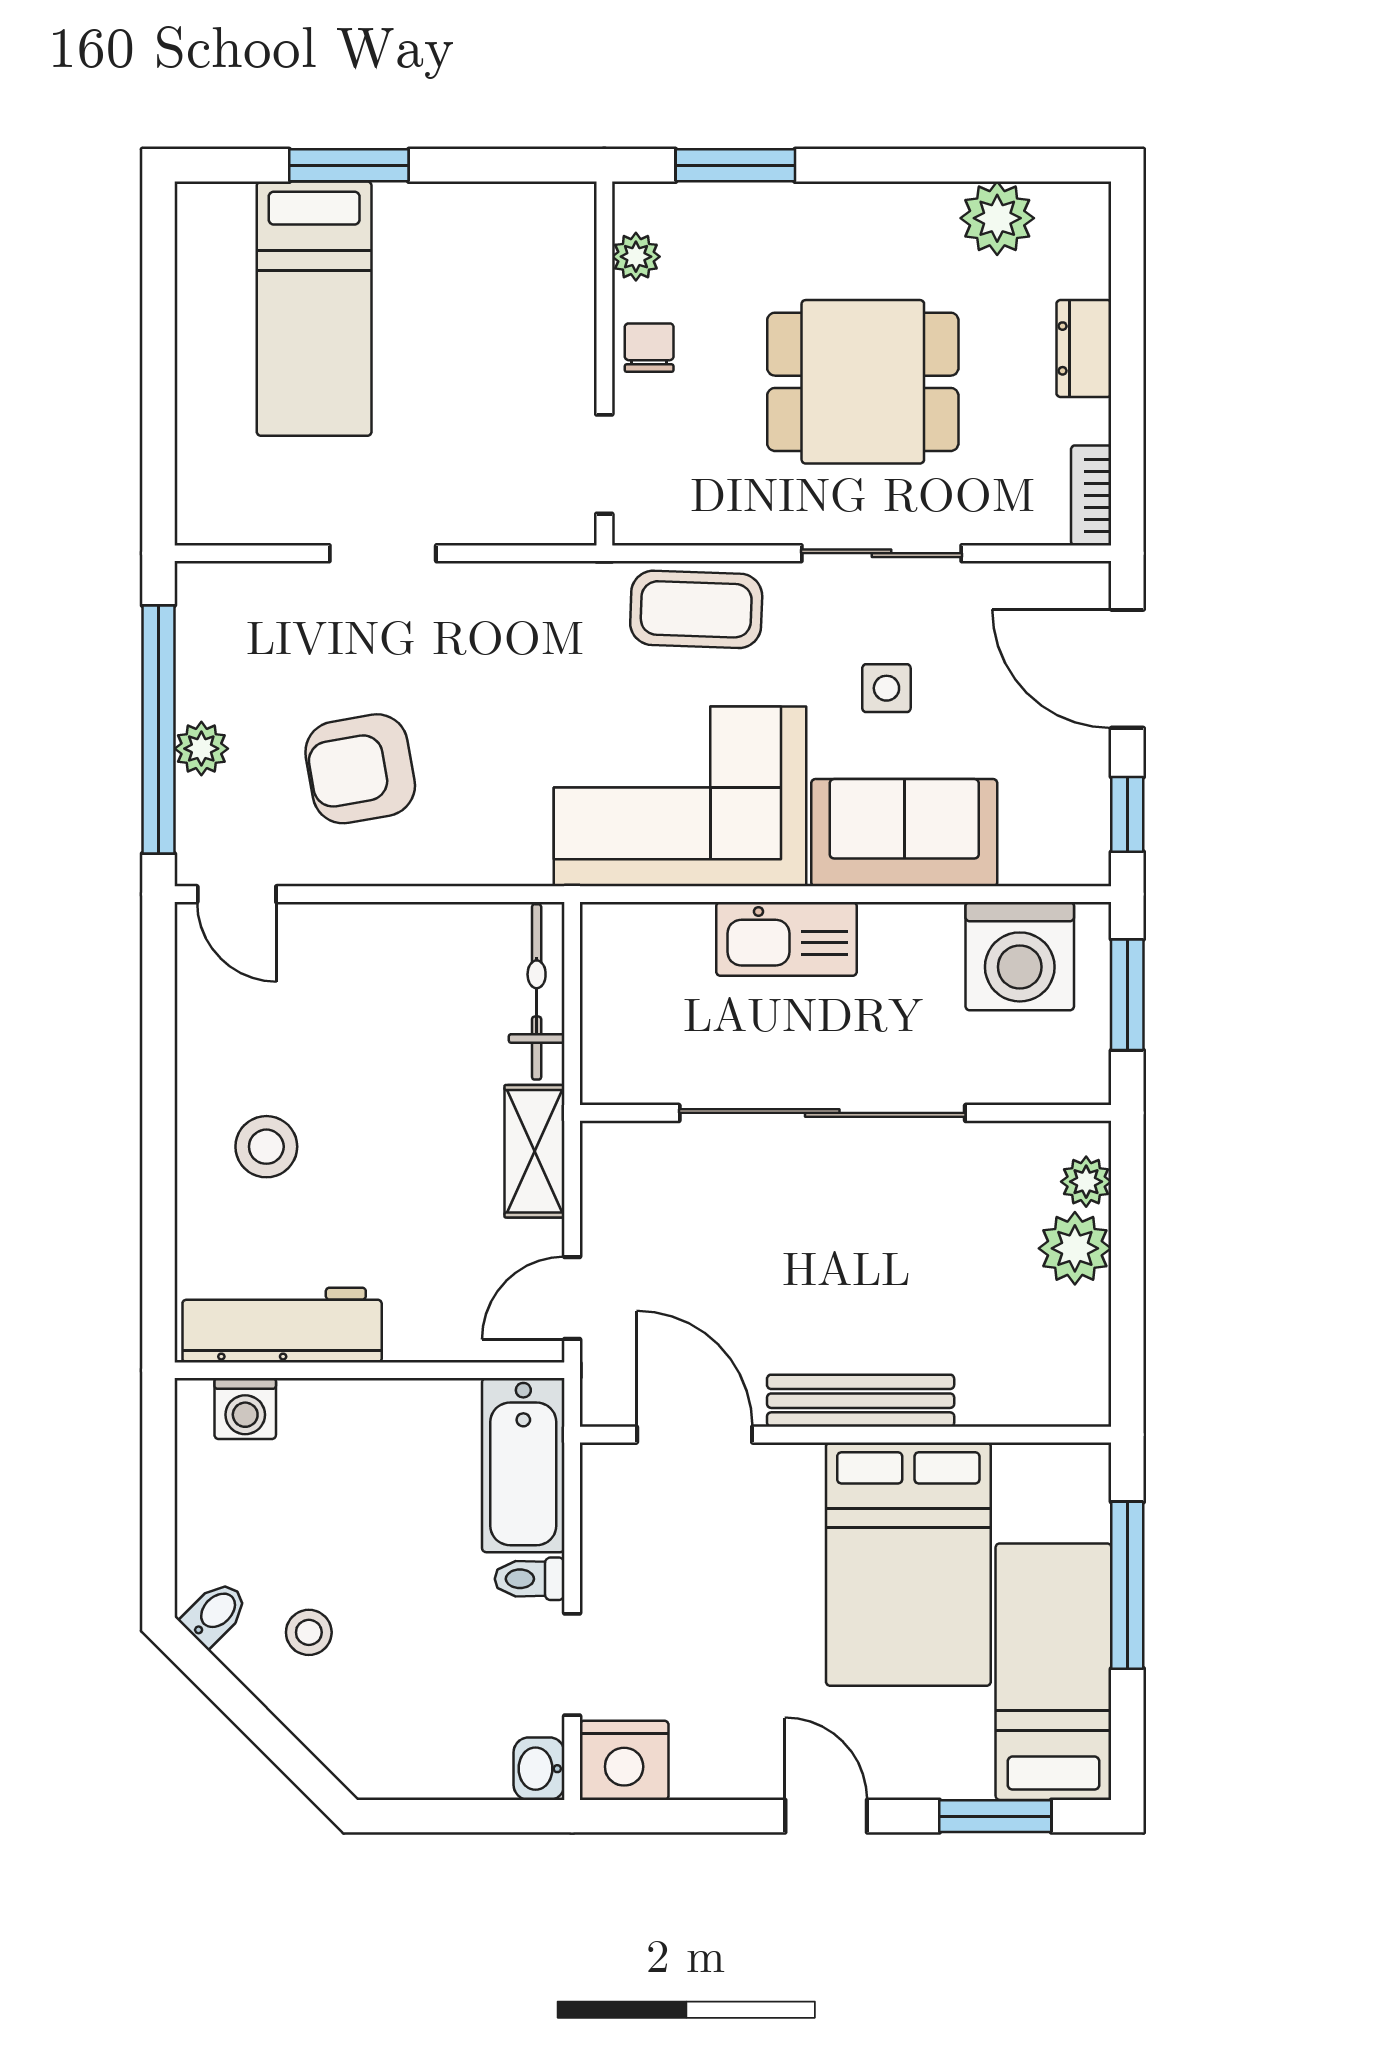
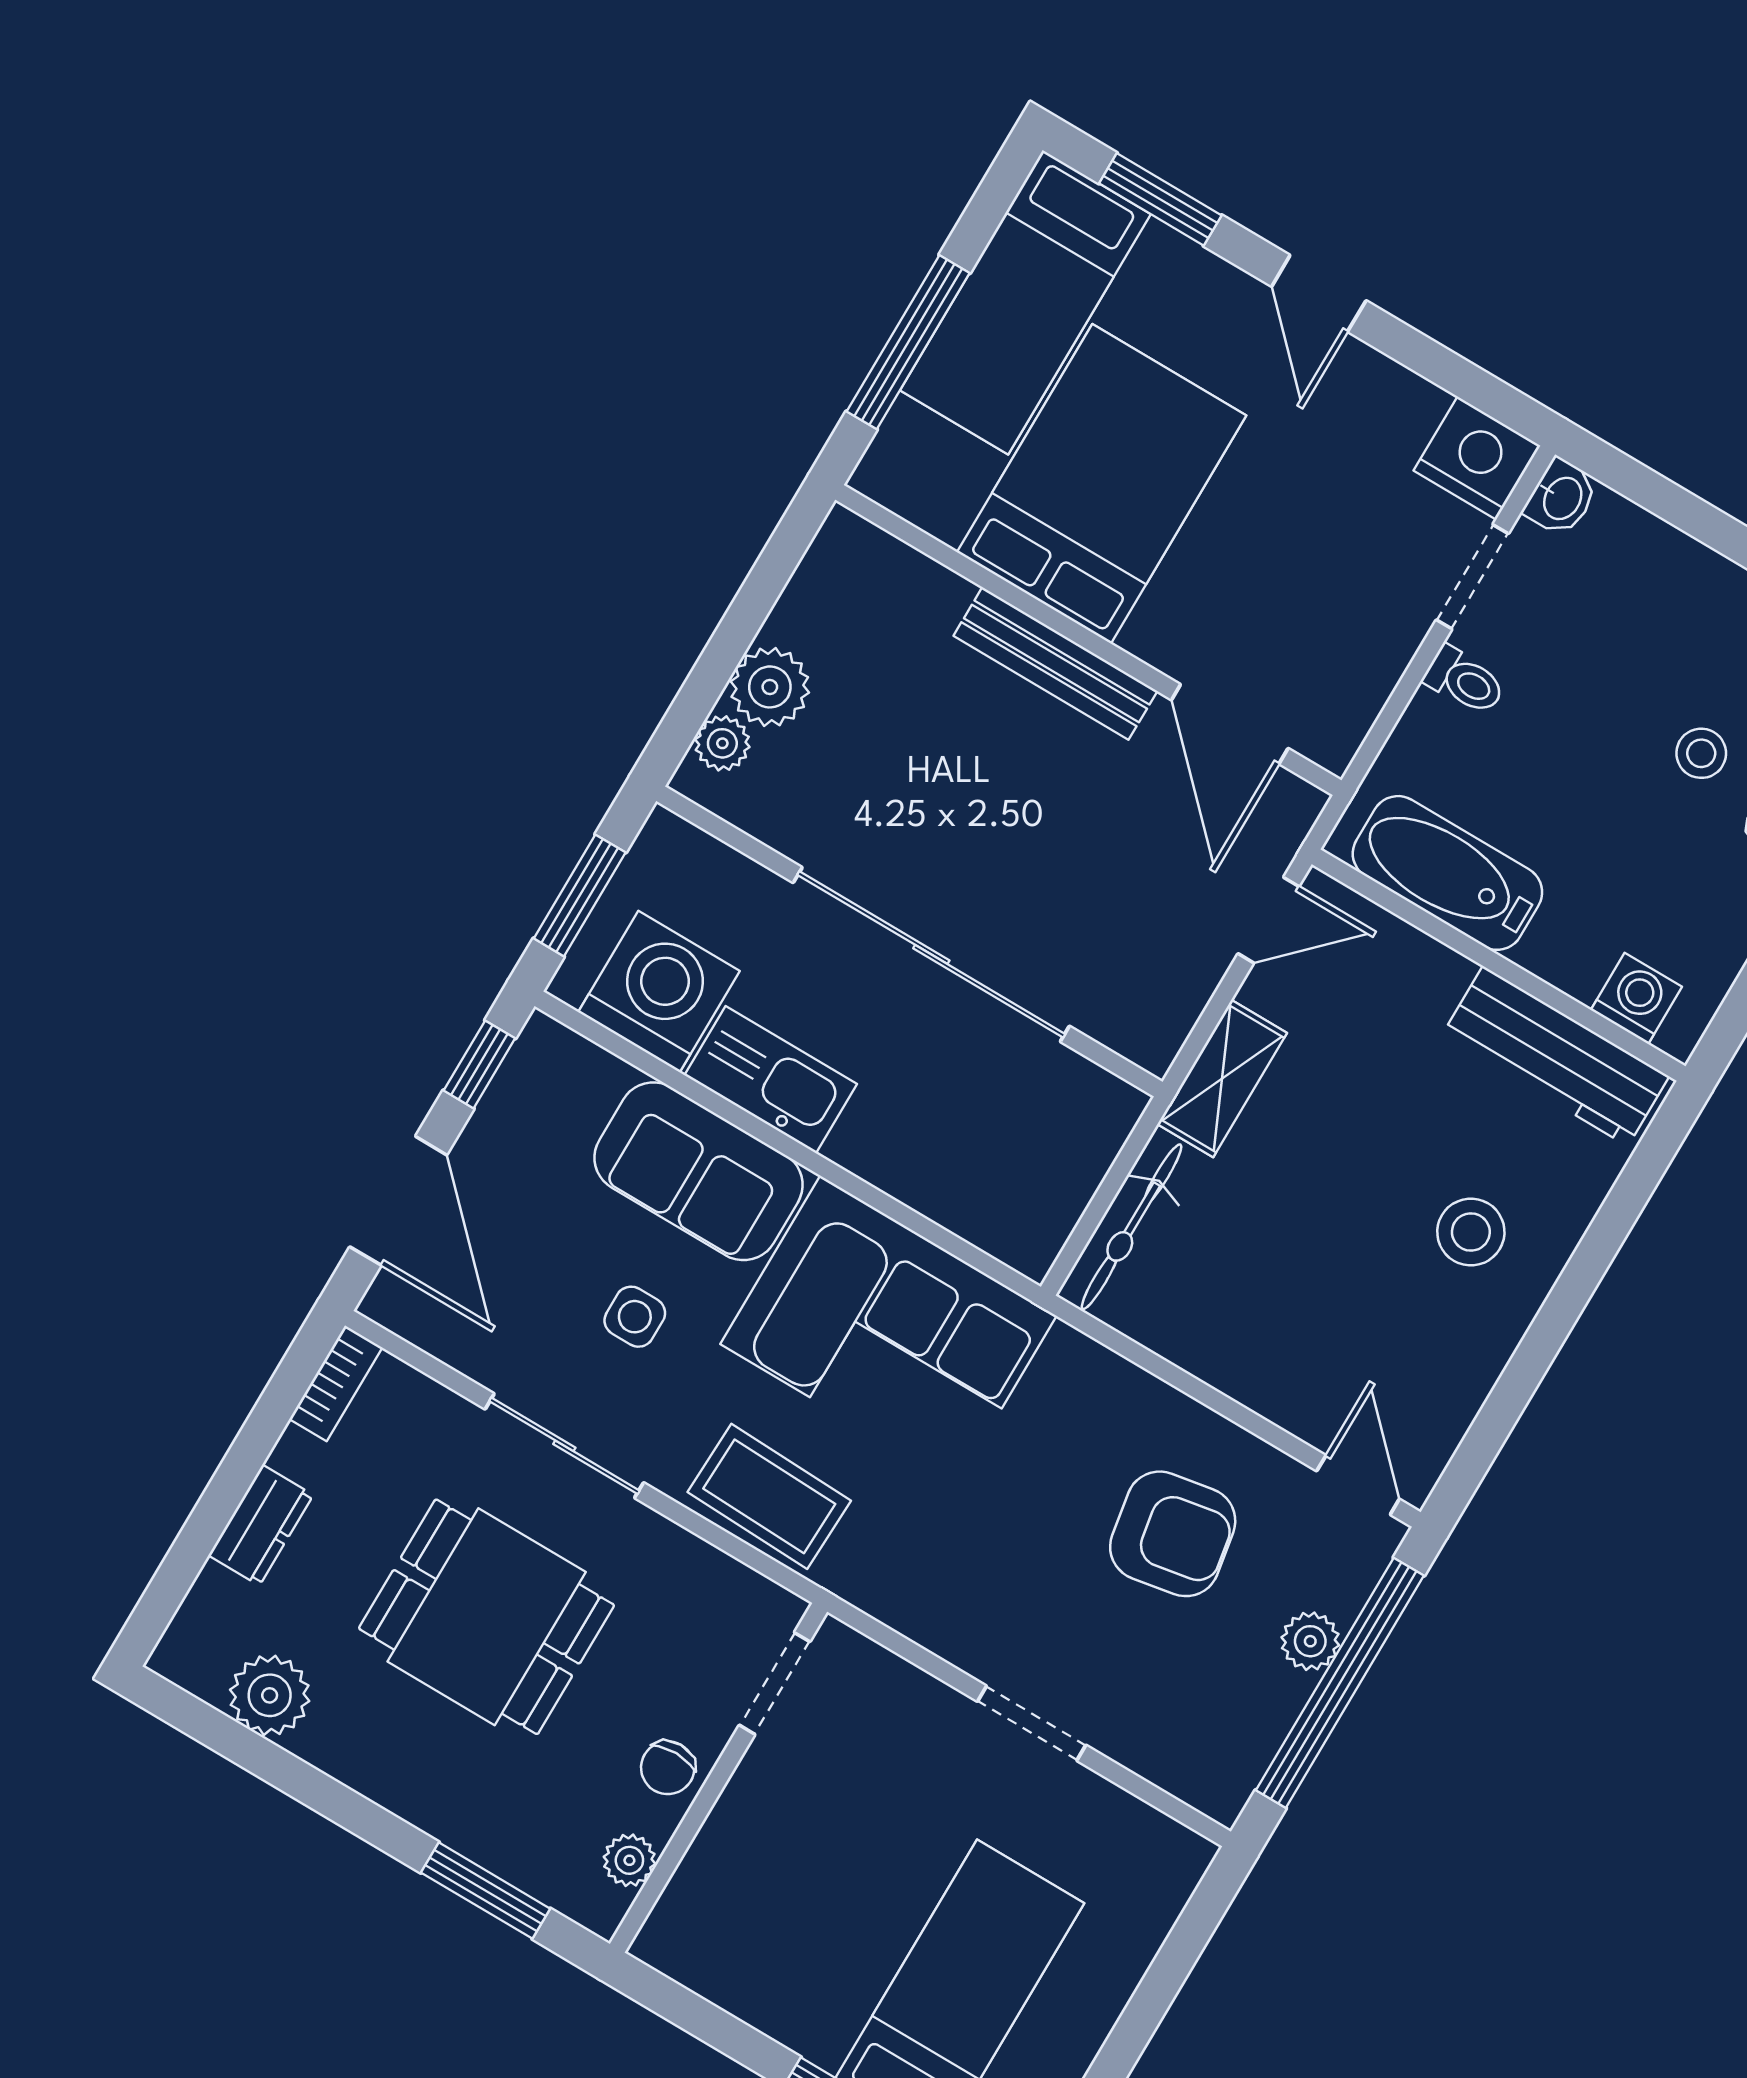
kitchen sink: (787, 939) -> (771, 1080), moved
bathtub: (523, 1465) -> (1447, 873), moved, turned -90

